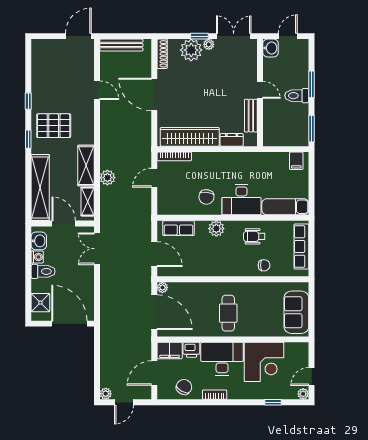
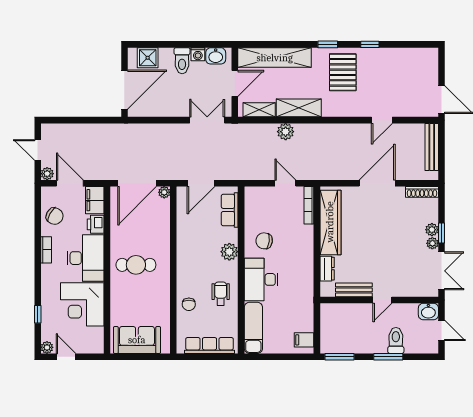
plant: (191, 50) -> (432, 230), width x0.53, depth x0.53
toilet: (297, 96) -> (396, 340), moved
plant: (106, 394) -> (47, 174), moved

